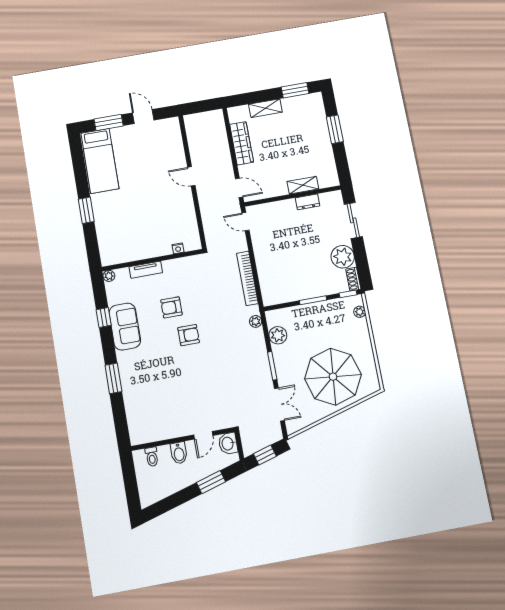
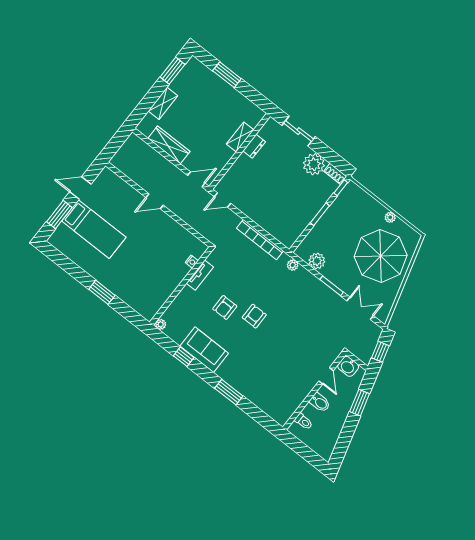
bed: (100, 161) -> (94, 229), moved
tv unit: (146, 270) -> (200, 275), moved
plant: (360, 312) -> (390, 217), moved

